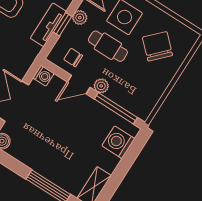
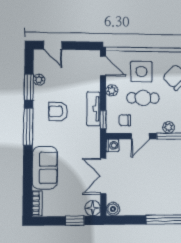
window: (63, 24) -> (103, 120), moved
plant: (101, 86) -> (168, 127), moved

